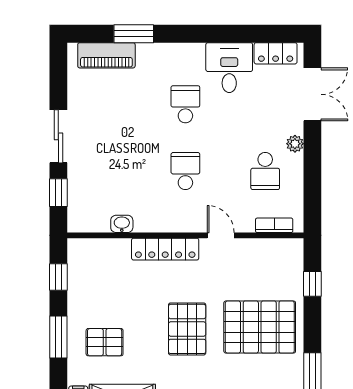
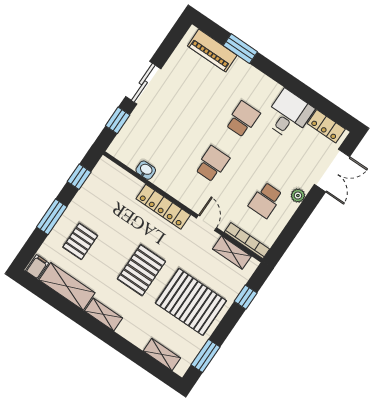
bookcase: (274, 225) -> (247, 241), width x1.56
shelving: (267, 248) -> (232, 253), added
pallet: (105, 342) -> (80, 241), turned 90

